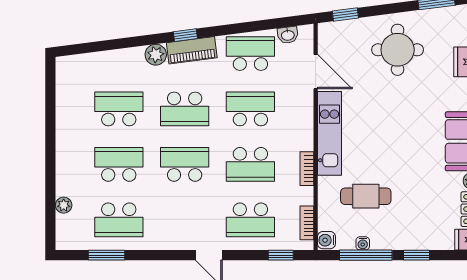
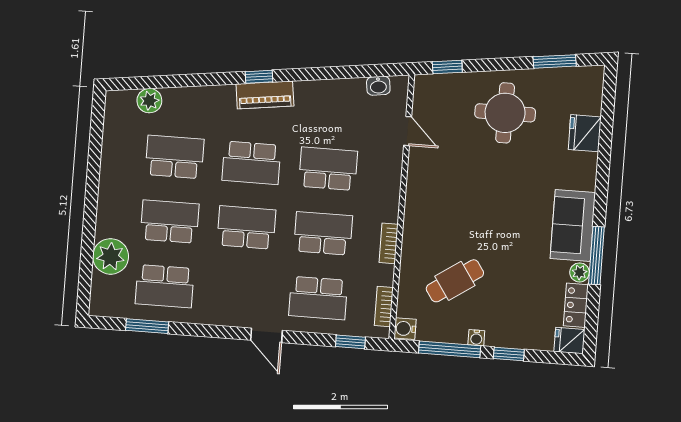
school desk: (250, 54) -> (333, 104), removed
plant: (156, 55) -> (149, 101), moved
door: (316, 72) -> (408, 131), width x0.73
kitchen unit: (329, 133) -> (418, 204), removed
school desk: (250, 164) -> (323, 233), turned 180
cafe table: (366, 196) -> (455, 281), turned -34
plant: (64, 205) -> (111, 256), width x1.87, depth x1.87
water cooler: (363, 243) -> (476, 338), moved

